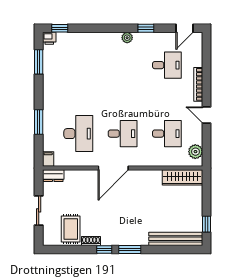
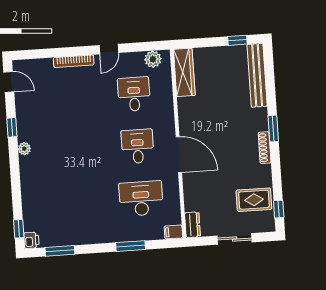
desk: (167, 65) -> (53, 100), removed
shoe rack: (91, 241) -> (265, 148), moved, width x1.43
window: (104, 249) -> (279, 209), moved

